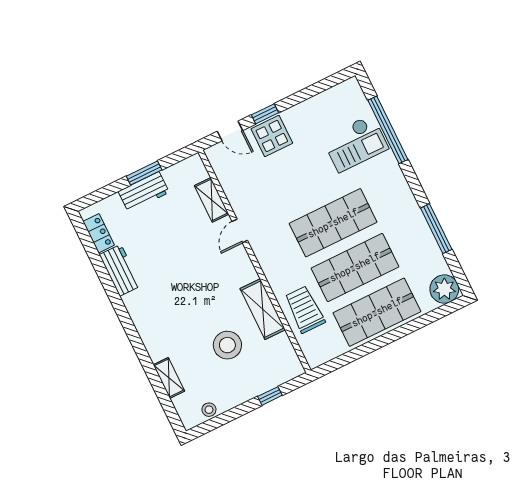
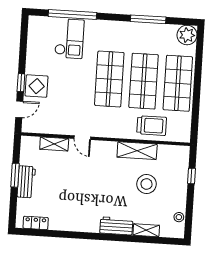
workbench: (120, 270) -> (116, 226), moved
trolley: (305, 310) -> (152, 126), turned 180

